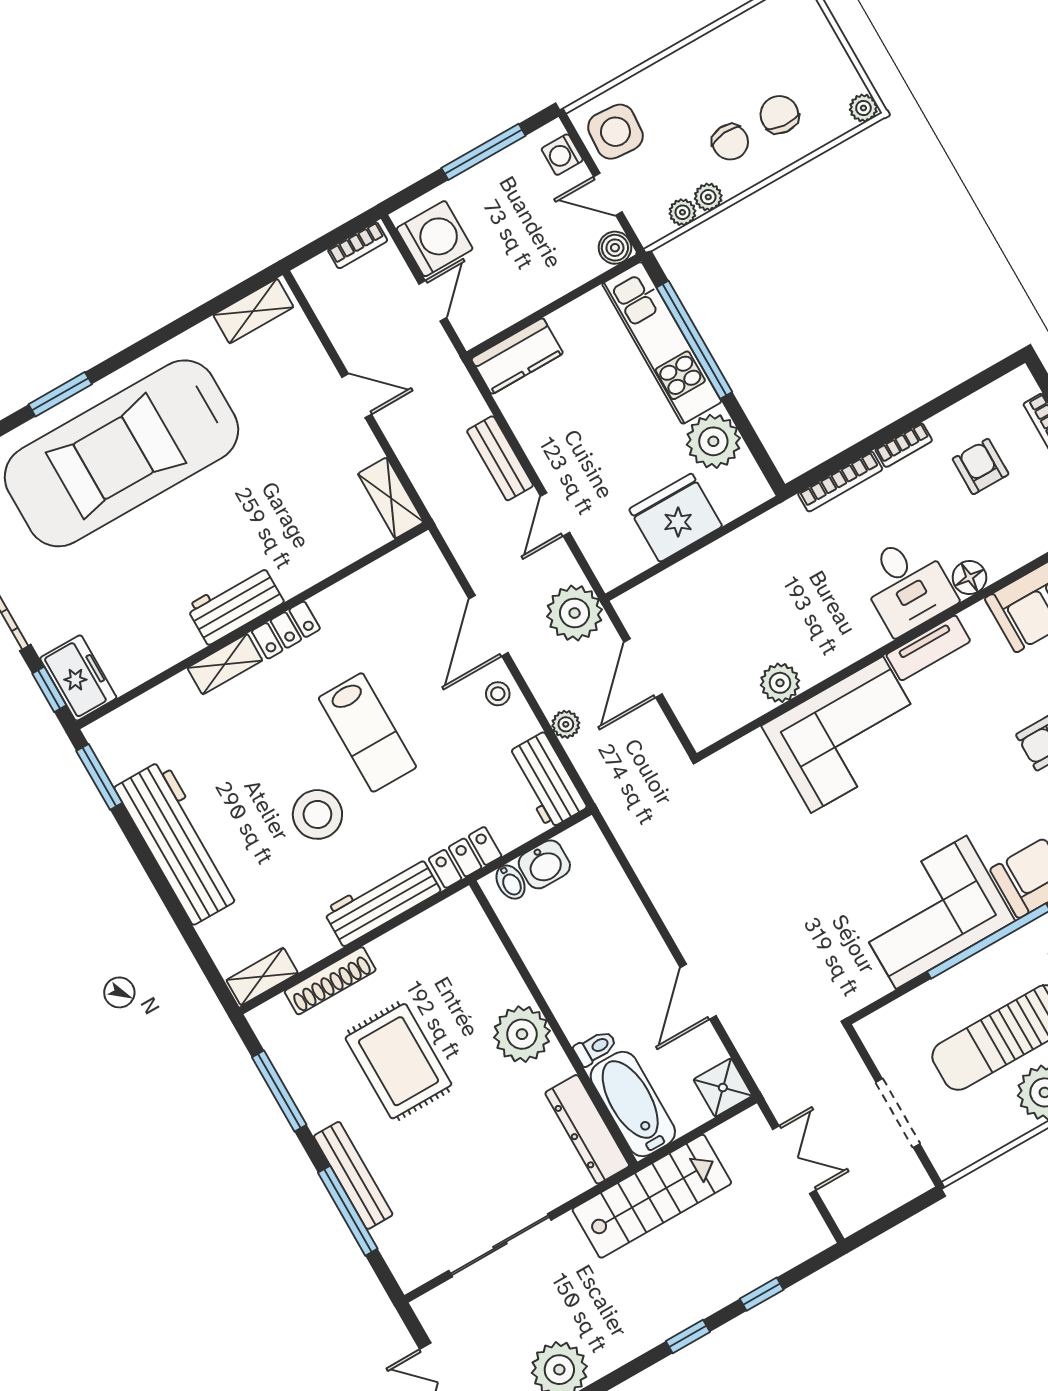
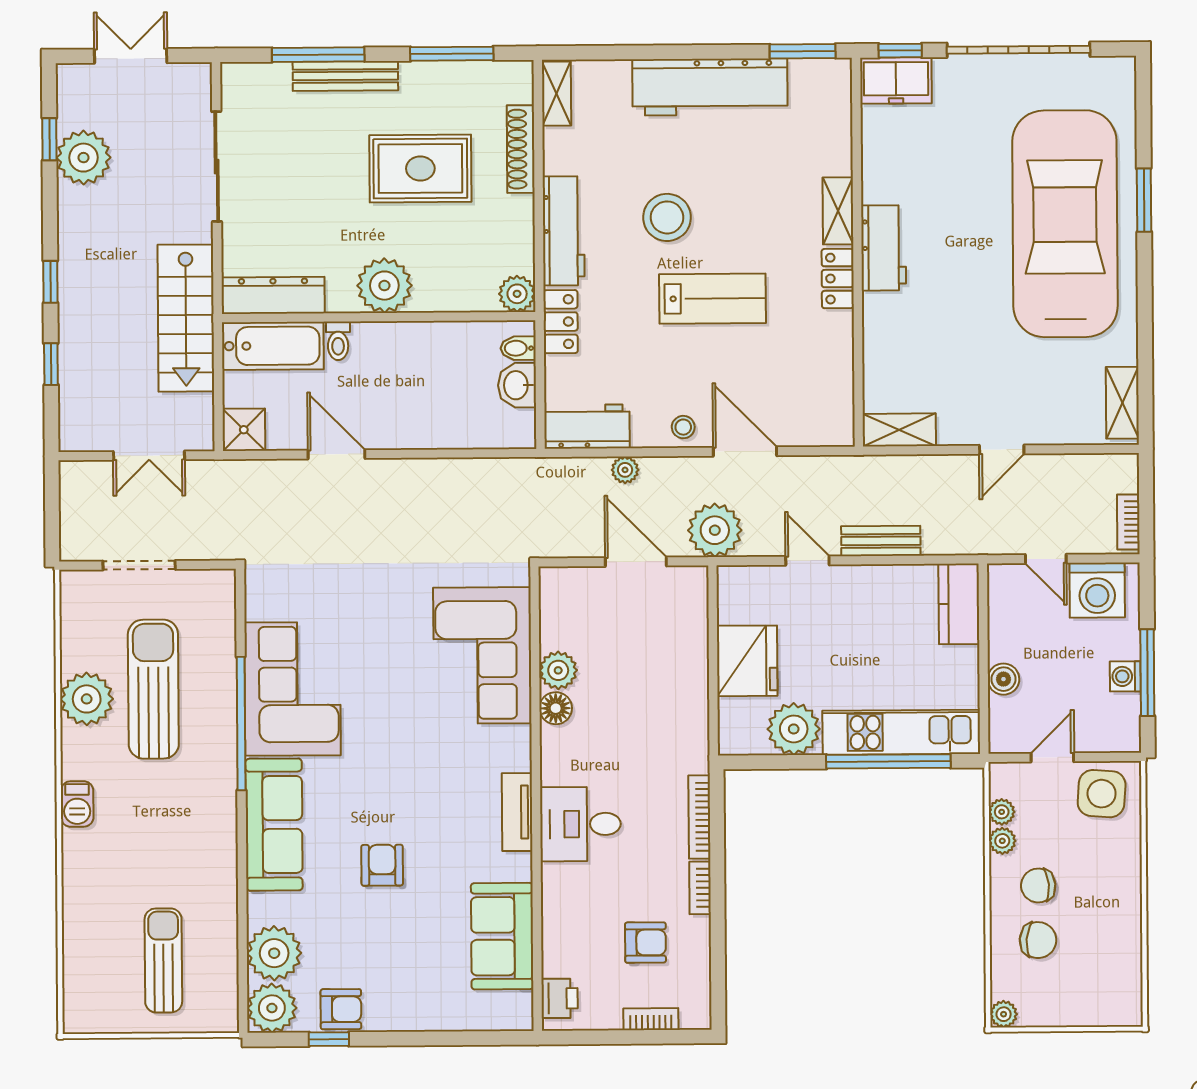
washing machine: (562, 155) -> (1125, 676), moved, turned -90
boiler: (615, 248) -> (1003, 679), moved
floor lamp: (969, 578) -> (556, 708), moved
lab bench: (367, 732) -> (712, 299), turned 180
corner sofa: (847, 735) -> (482, 655), moved
plant: (462, 911) -> (517, 294), added

